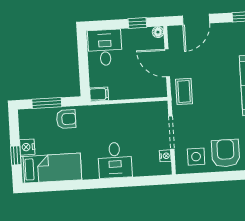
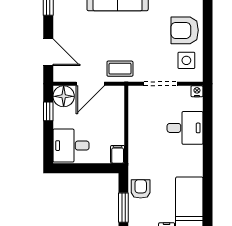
floor lamp: (158, 32) -> (64, 96), width x1.89, depth x1.89
nightstand: (165, 156) -> (197, 91), moved
desk: (115, 160) -> (185, 128), moved

